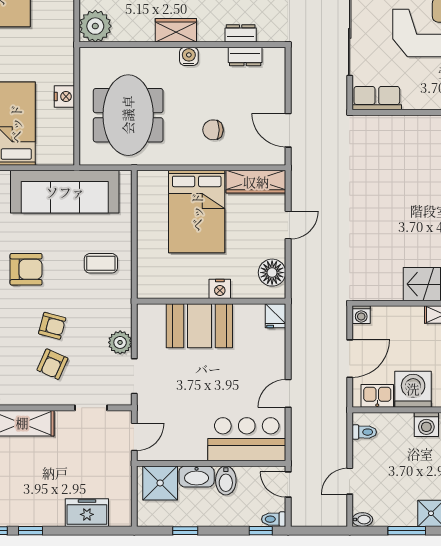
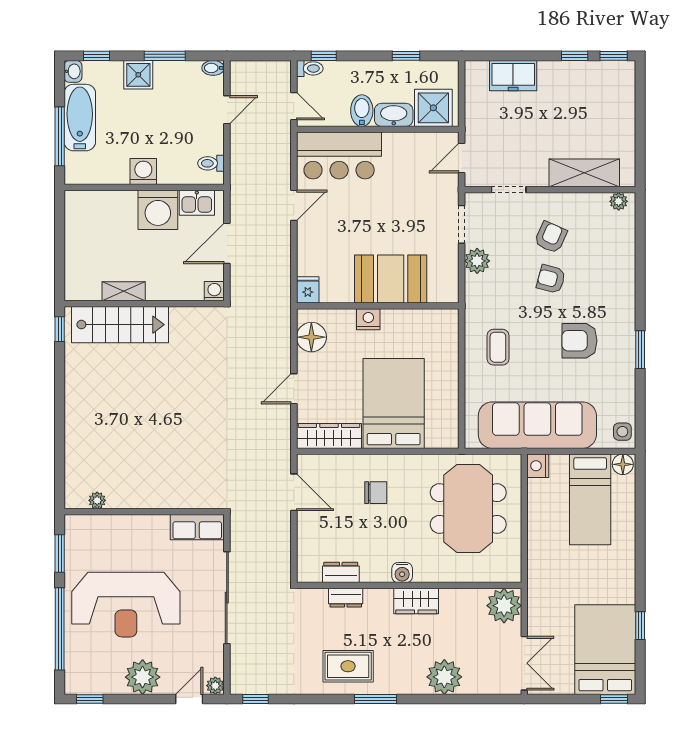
nightstand: (64, 97) -> (538, 466), moved
coffee table: (101, 263) -> (498, 347), turned 90

